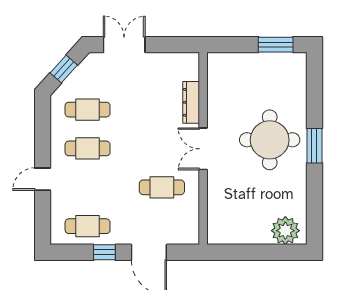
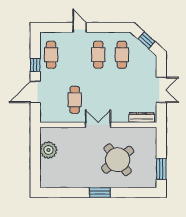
double door: (124, 45) -> (161, 90), moved
dresser: (191, 102) -> (142, 118), moved
round table: (270, 140) -> (118, 160), moved, turned -38
plant: (285, 231) -> (48, 150), moved

